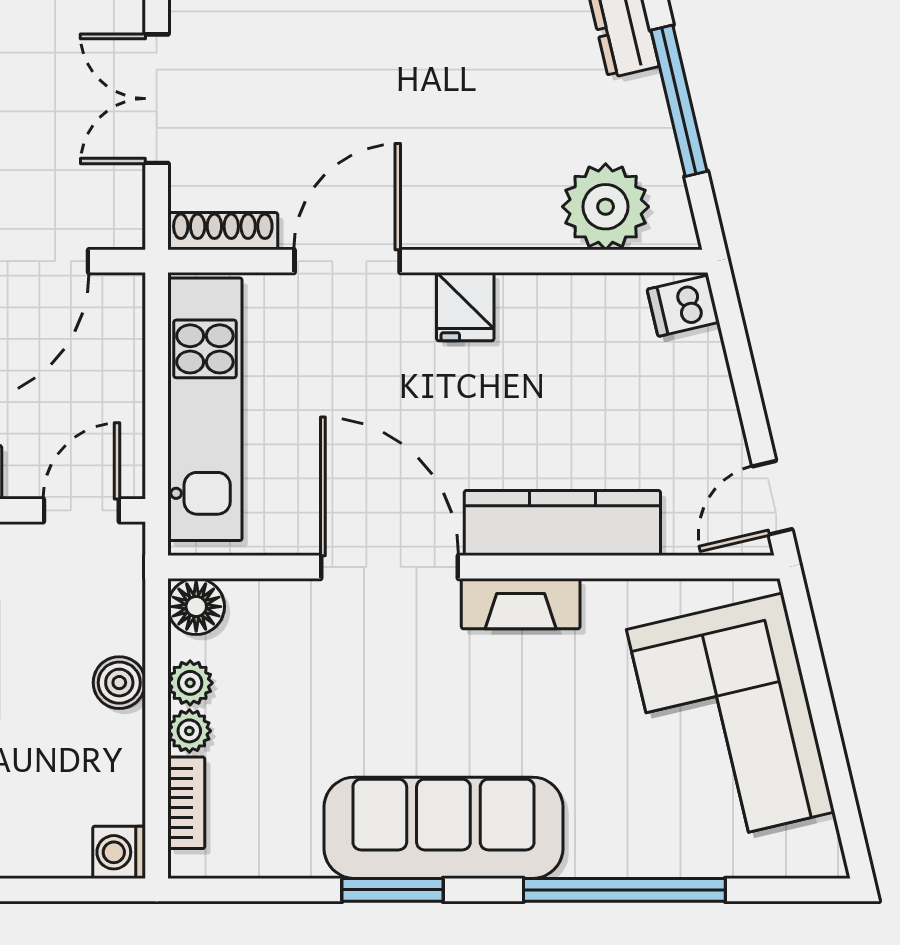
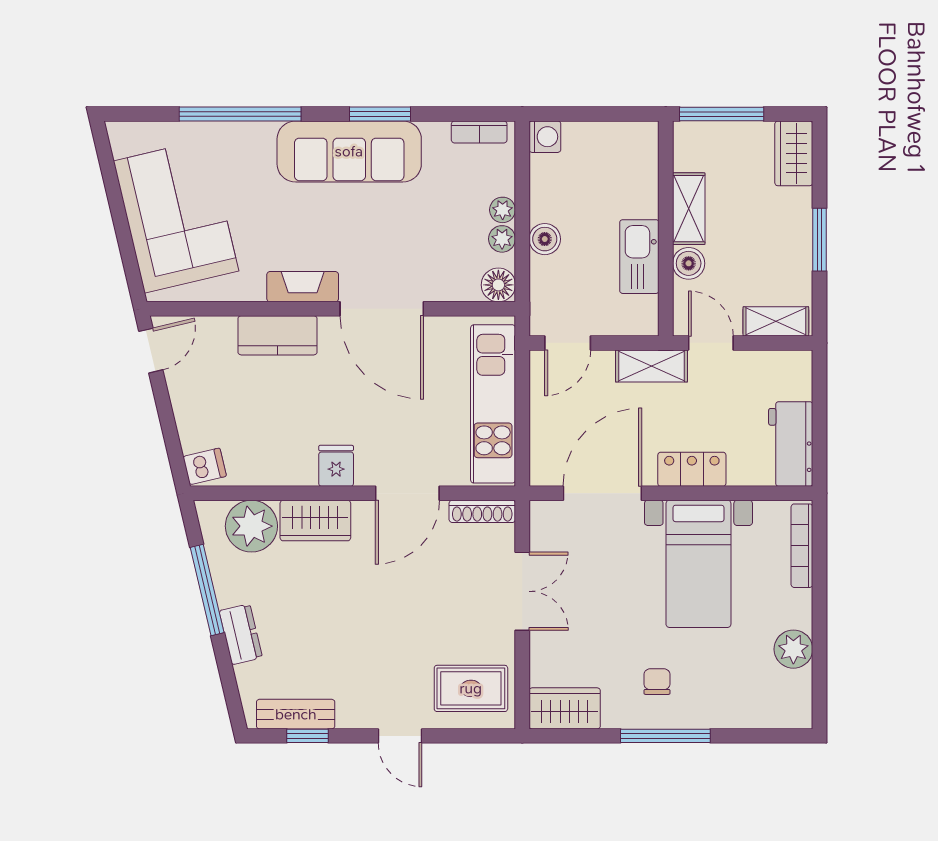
wardrobe: (500, 216) -> (315, 521), added
kitchen counter: (562, 523) -> (277, 335), width x0.67
bookcase: (186, 803) -> (479, 132), moved, turned -90

